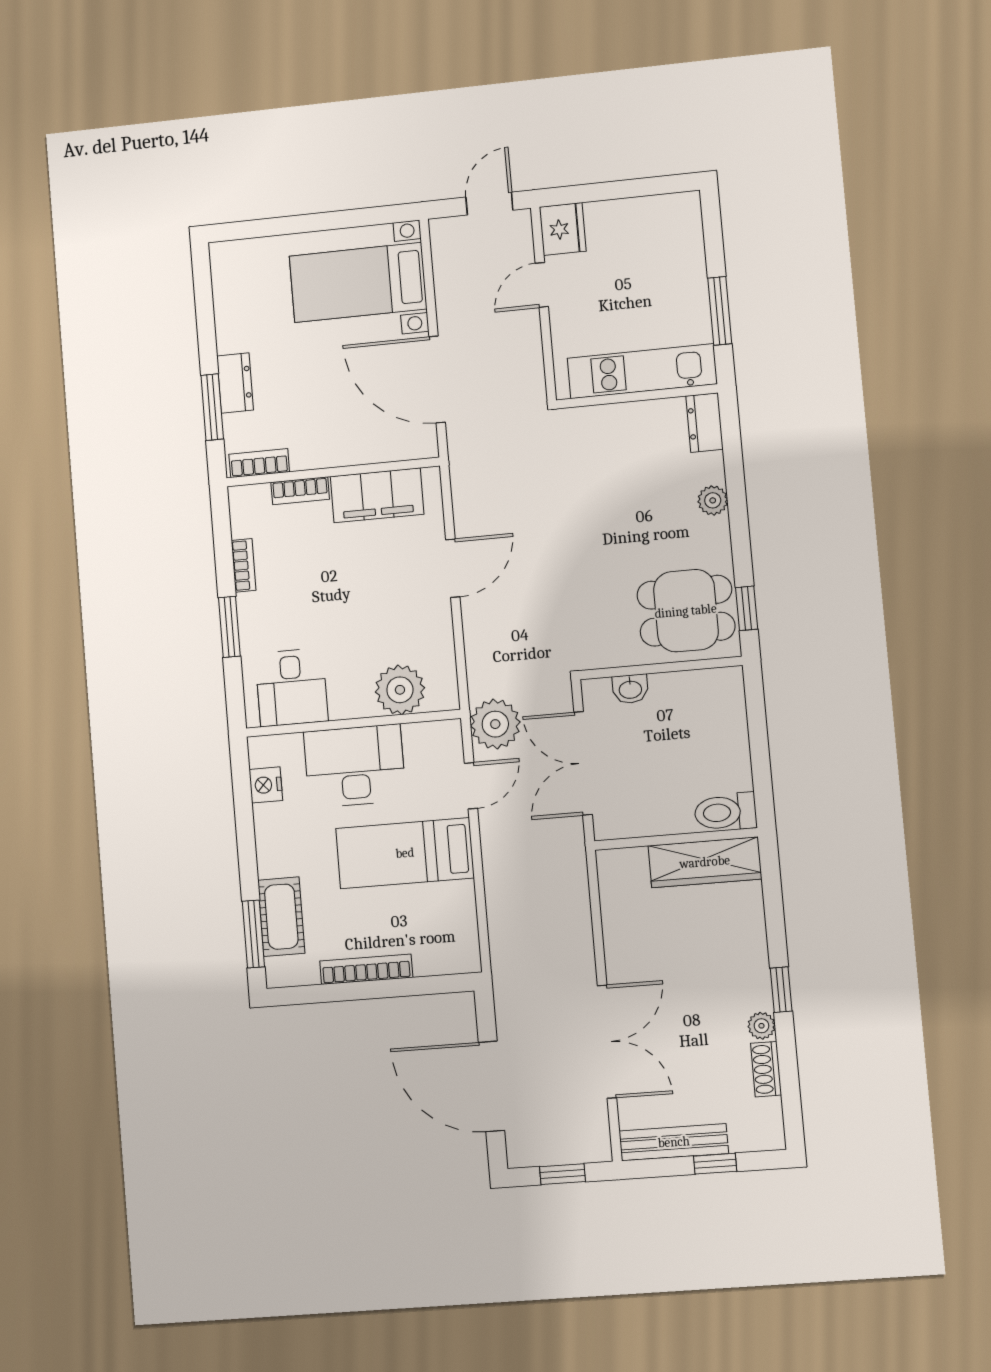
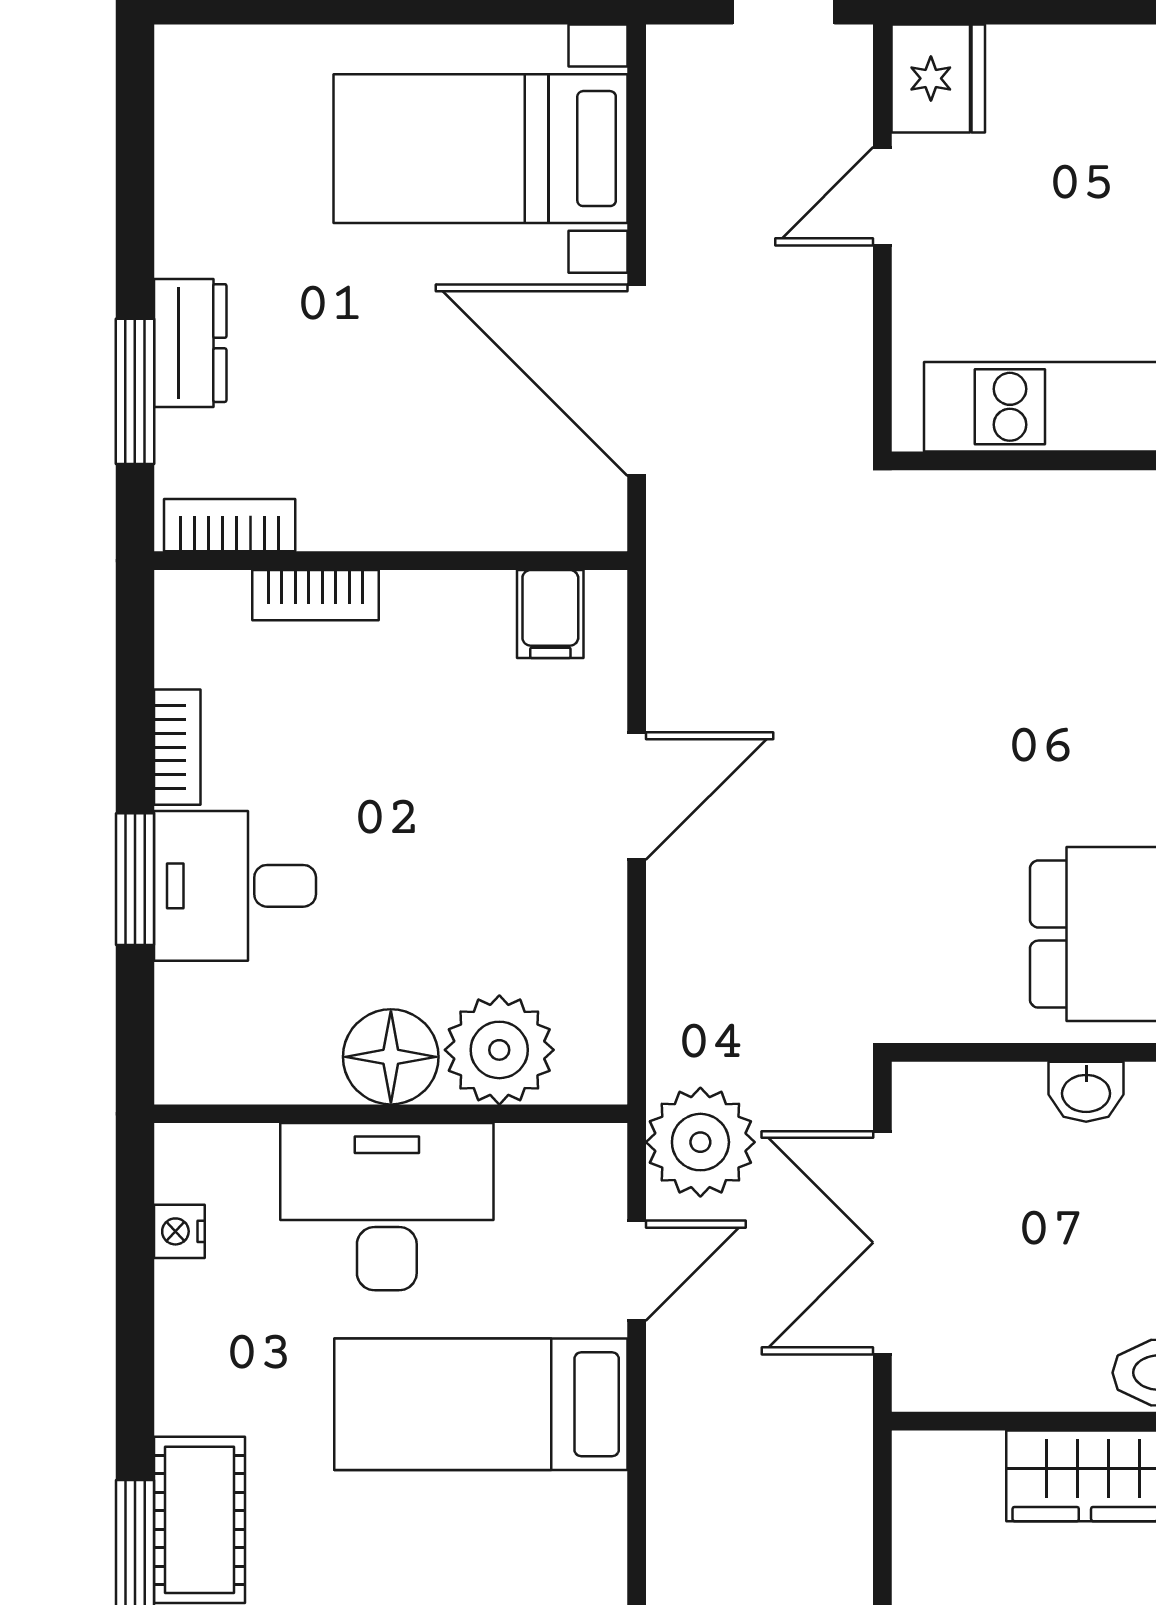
filing cabinet: (377, 495) -> (550, 614), width x0.33, depth x0.86
desk: (292, 687) -> (235, 886), moved, turned 90
washbasin: (630, 689) -> (1086, 1092), moved
floor lamp: (351, 697) -> (391, 1057), added
nightstand: (266, 785) -> (179, 1231), width x0.72, depth x0.74

